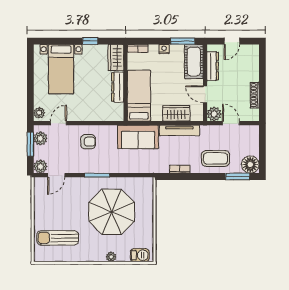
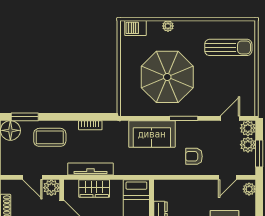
sofa: (138, 137) -> (152, 134), moved, turned 180
plant: (40, 138) -> (248, 145), moved

